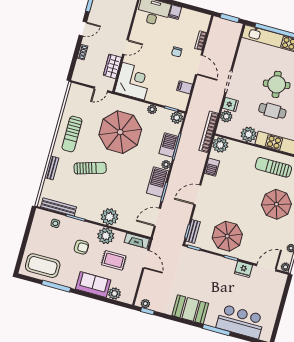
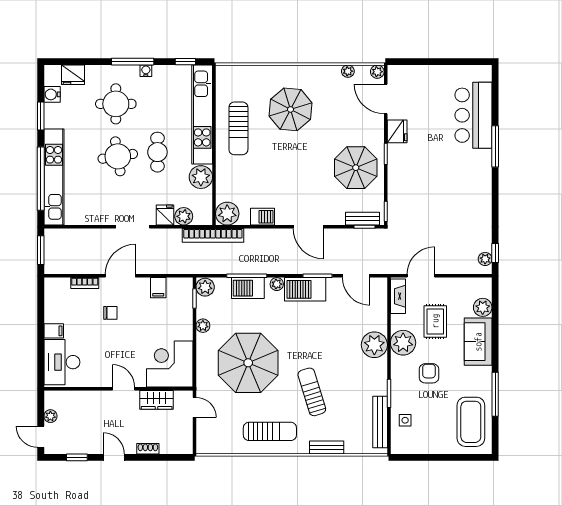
booth: (190, 309) -> (476, 192), removed

